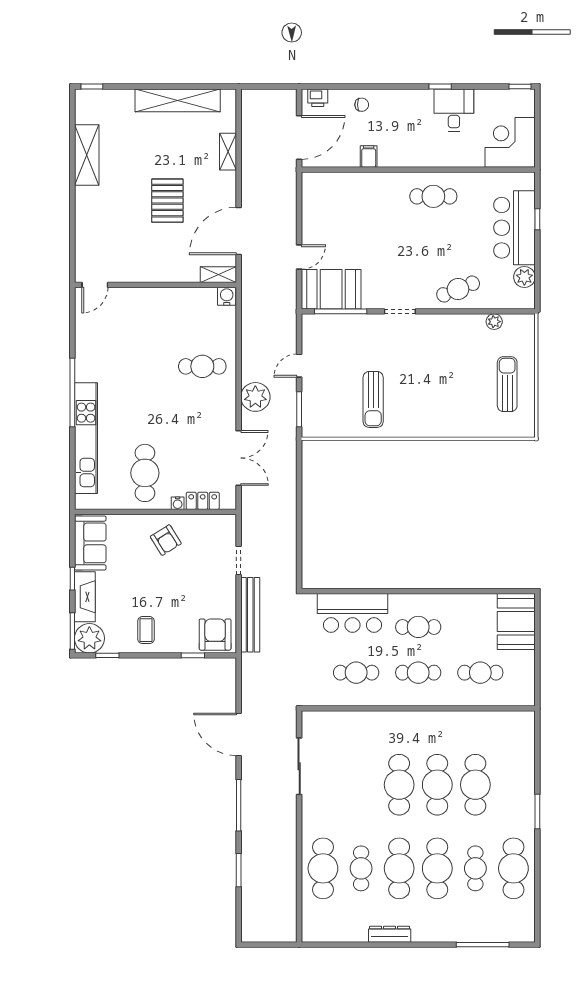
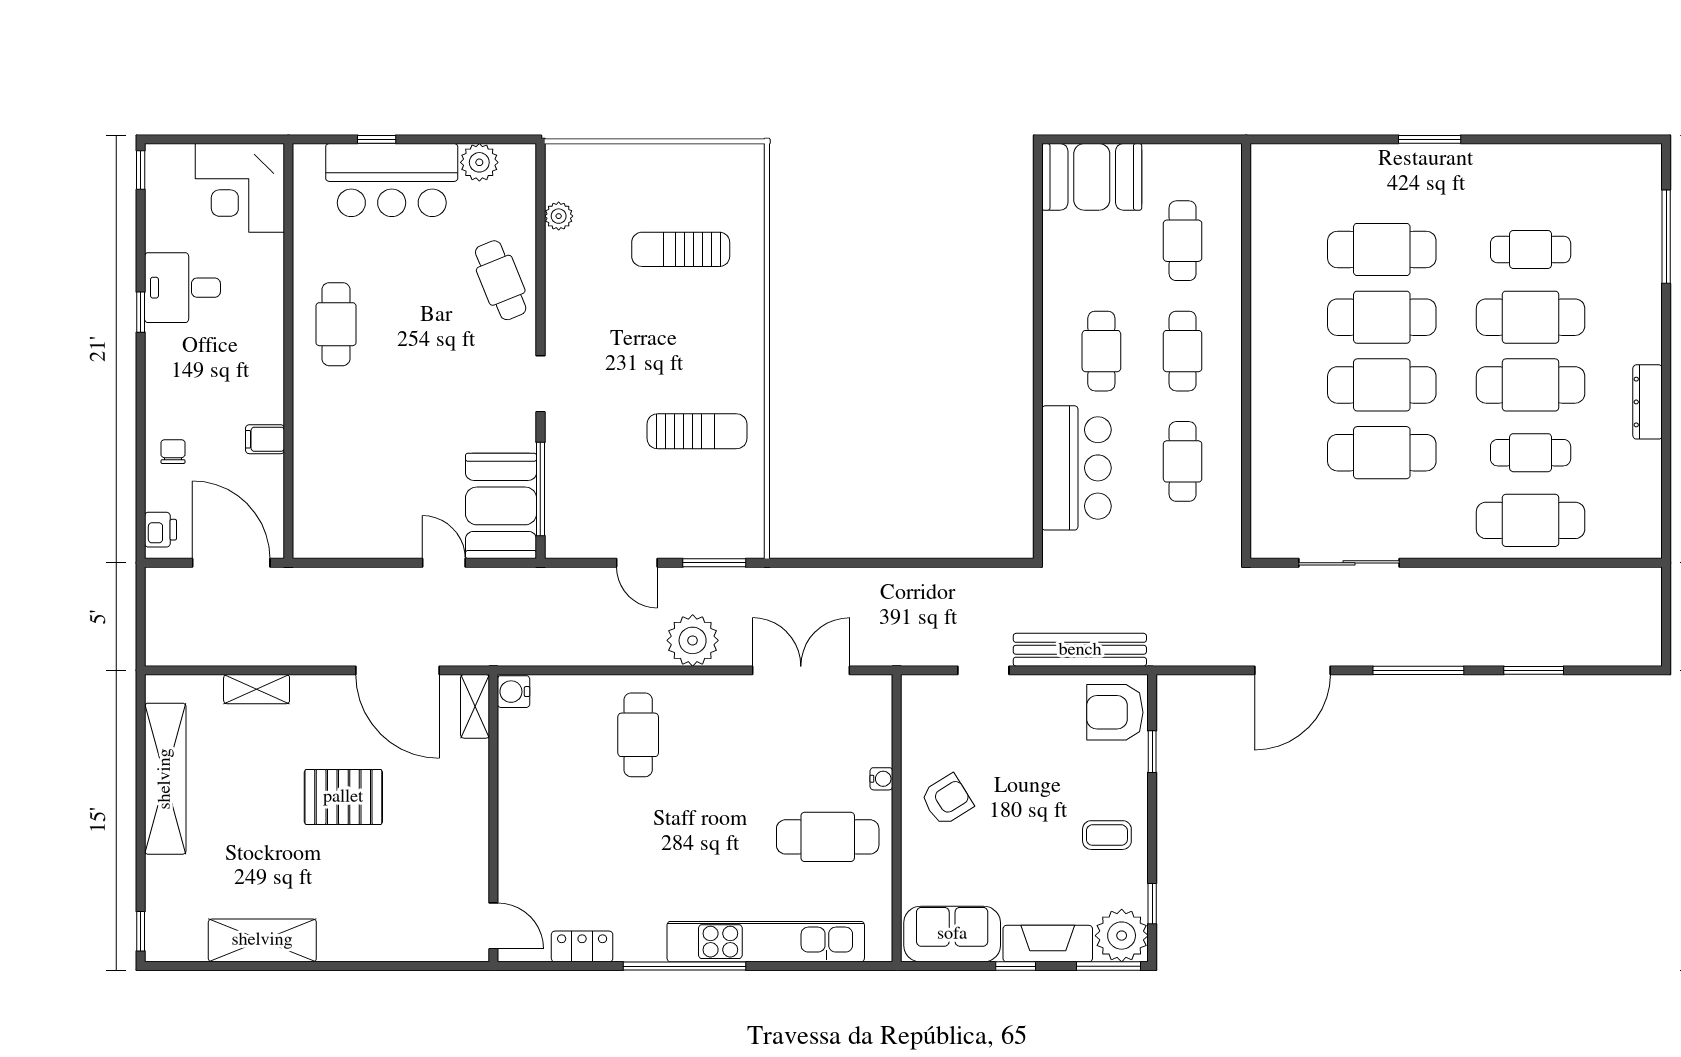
sun lounger: (507, 384) -> (681, 249), moved
locker: (203, 501) -> (582, 946), moved, turned 90
cafe table: (513, 868) -> (1382, 453), moved

